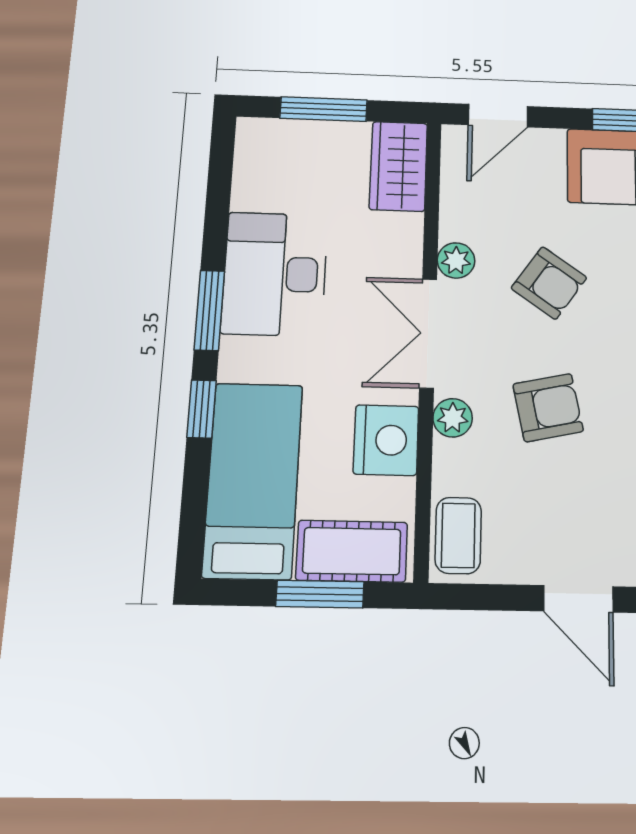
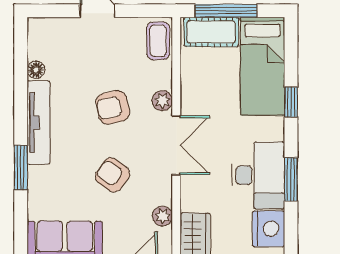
plant: (456, 260) -> (162, 216), moved
window: (209, 310) -> (291, 179), moved
nightstand: (386, 440) -> (269, 229), moved, turned 180
window: (320, 594) -> (226, 11), width x1.44

